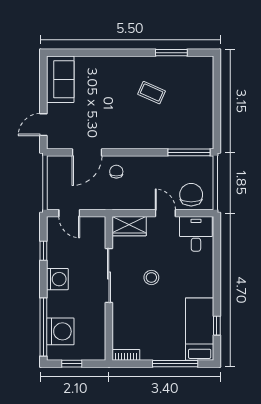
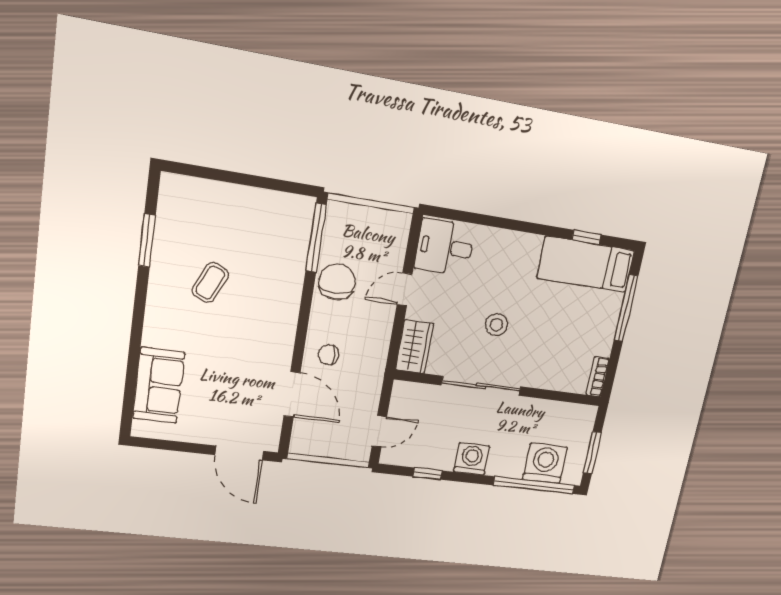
sofa: (60, 79) -> (159, 385), moved, turned 90
door: (43, 125) -> (239, 453), width x1.37
chair: (191, 195) -> (337, 282), moved, turned 90
window: (72, 364) -> (592, 453), width x1.50

